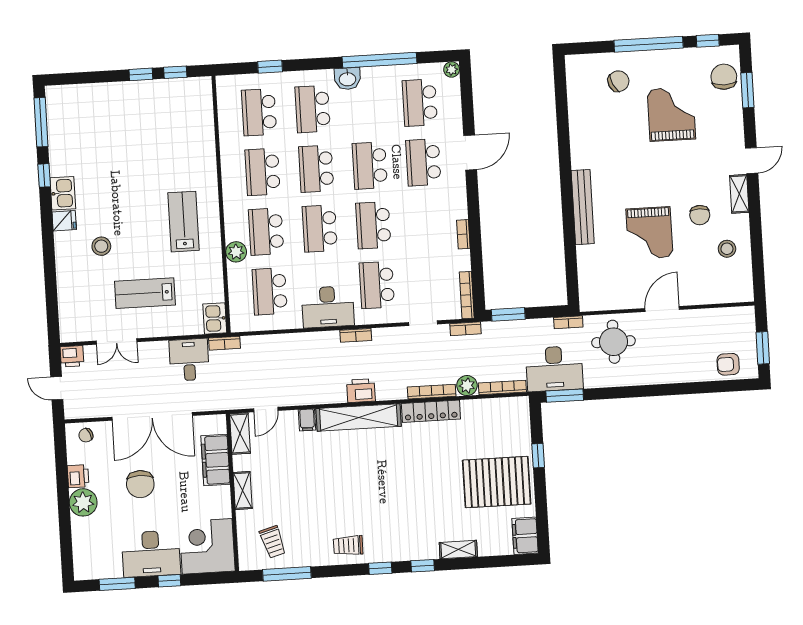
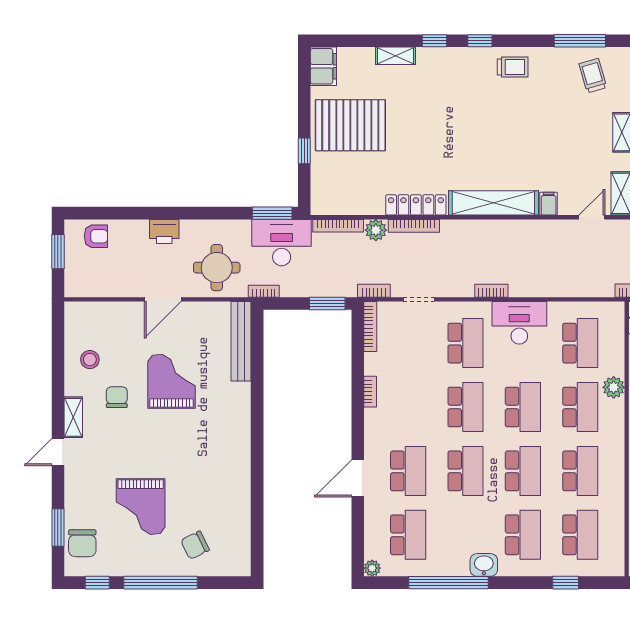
bench: (583, 207) -> (241, 341), moved
printer: (361, 391) -> (164, 231), moved

